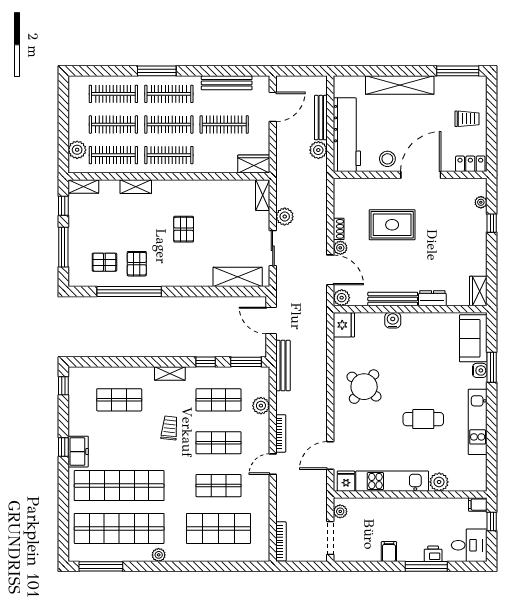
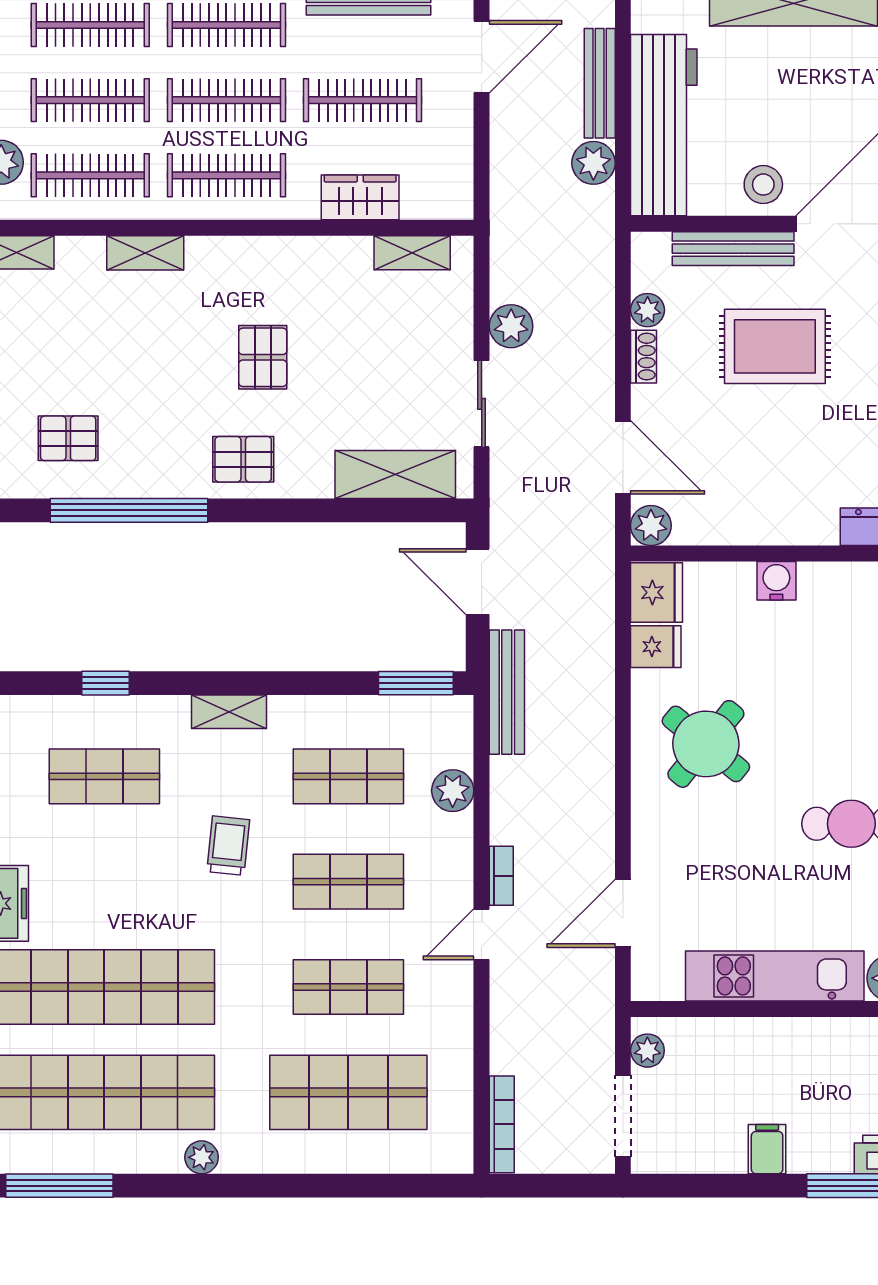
wardrobe: (254, 164) -> (360, 197), moved
shelving: (263, 195) -> (412, 253), moved, turned 90
plant: (340, 248) -> (648, 310), moved
pallet: (137, 264) -> (243, 459), moved, turned 90
bench: (393, 299) -> (733, 249), moved
window: (206, 362) -> (106, 683), moved
bookcase: (281, 433) -> (501, 876), width x0.64
fridge: (346, 481) -> (656, 647), moved, turned 90

